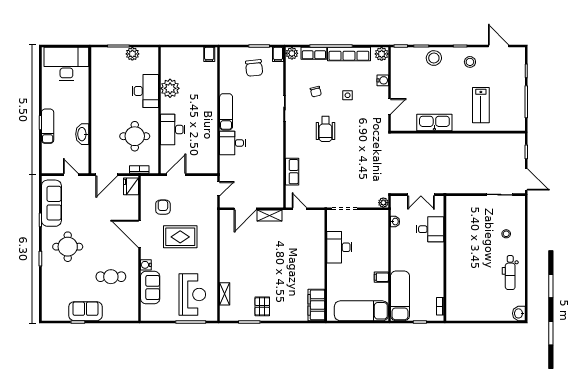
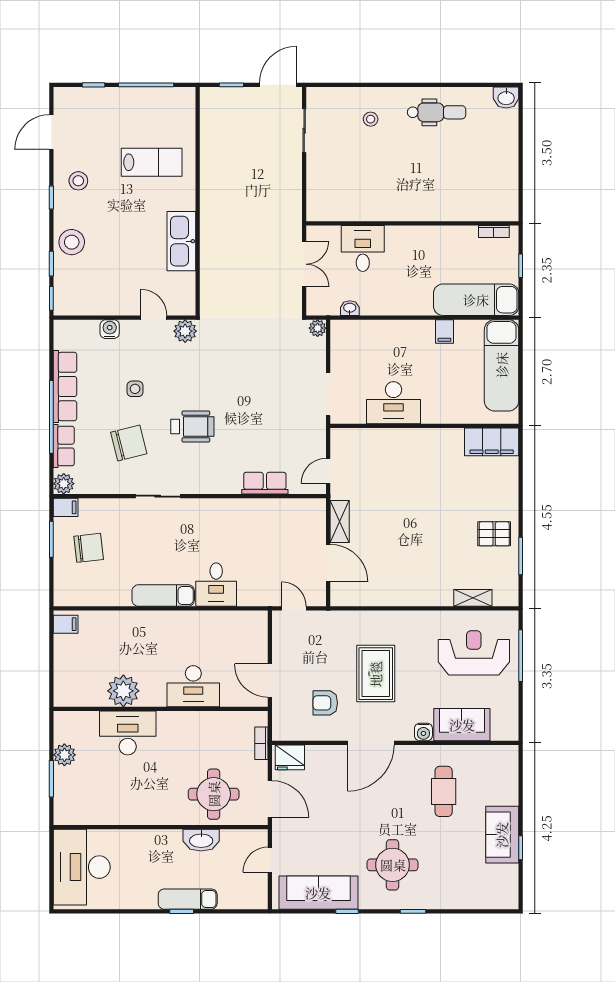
plant: (382, 54) -> (185, 331), moved
chair: (316, 92) -> (129, 443), width x1.87, depth x1.87
round table: (135, 136) -> (214, 794), moved

